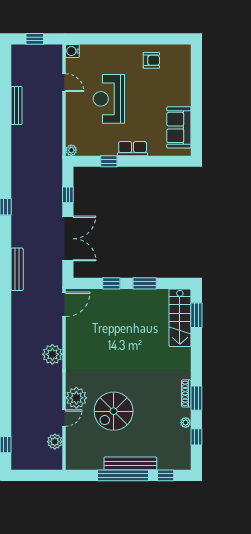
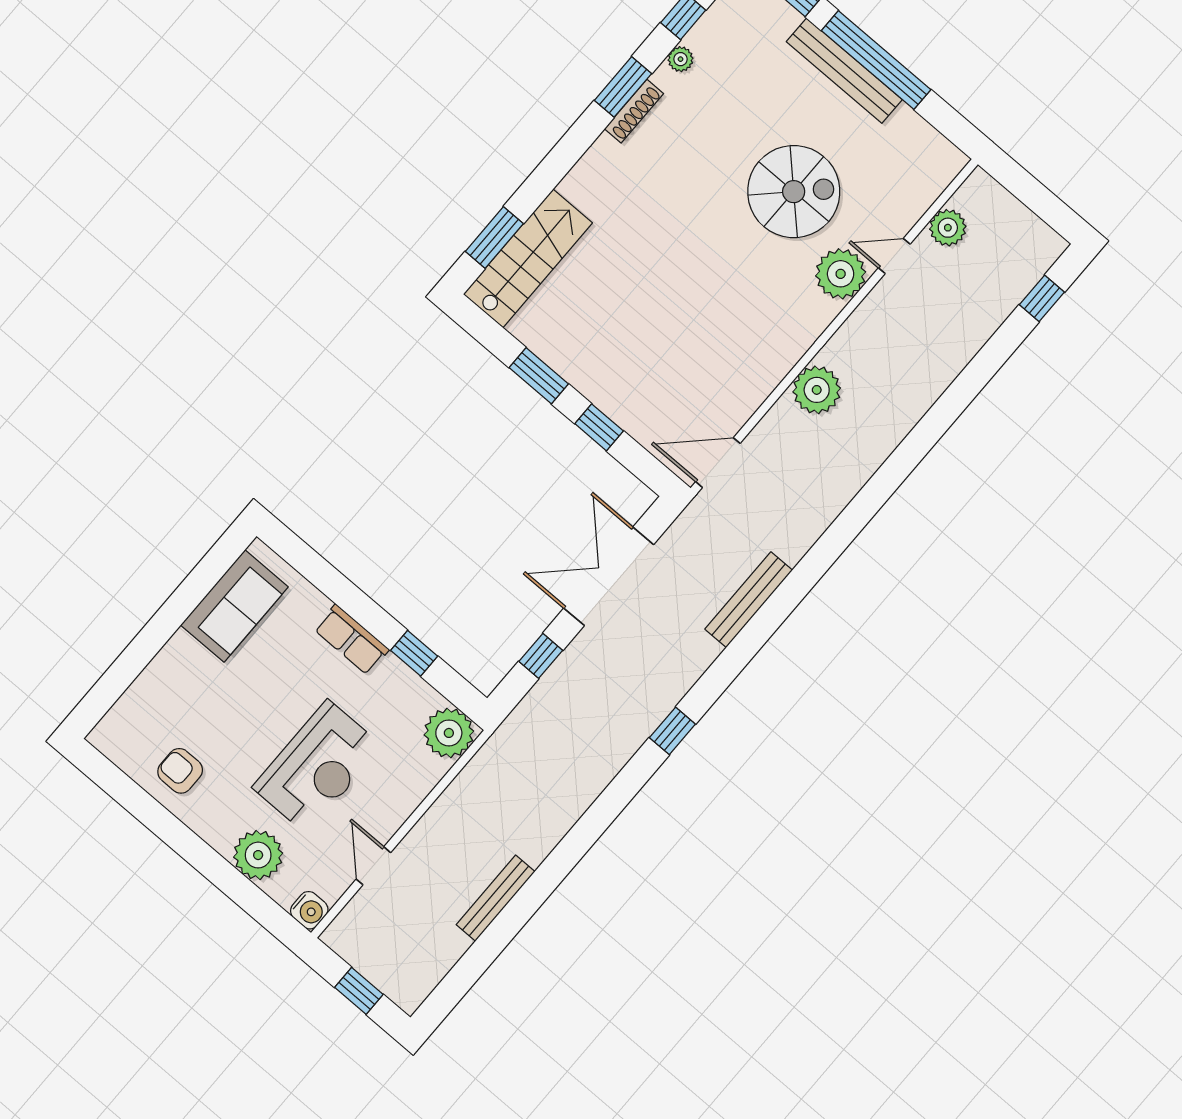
plant: (104, 55) -> (258, 855), added
plant: (71, 150) -> (449, 733), width x1.88, depth x1.88

